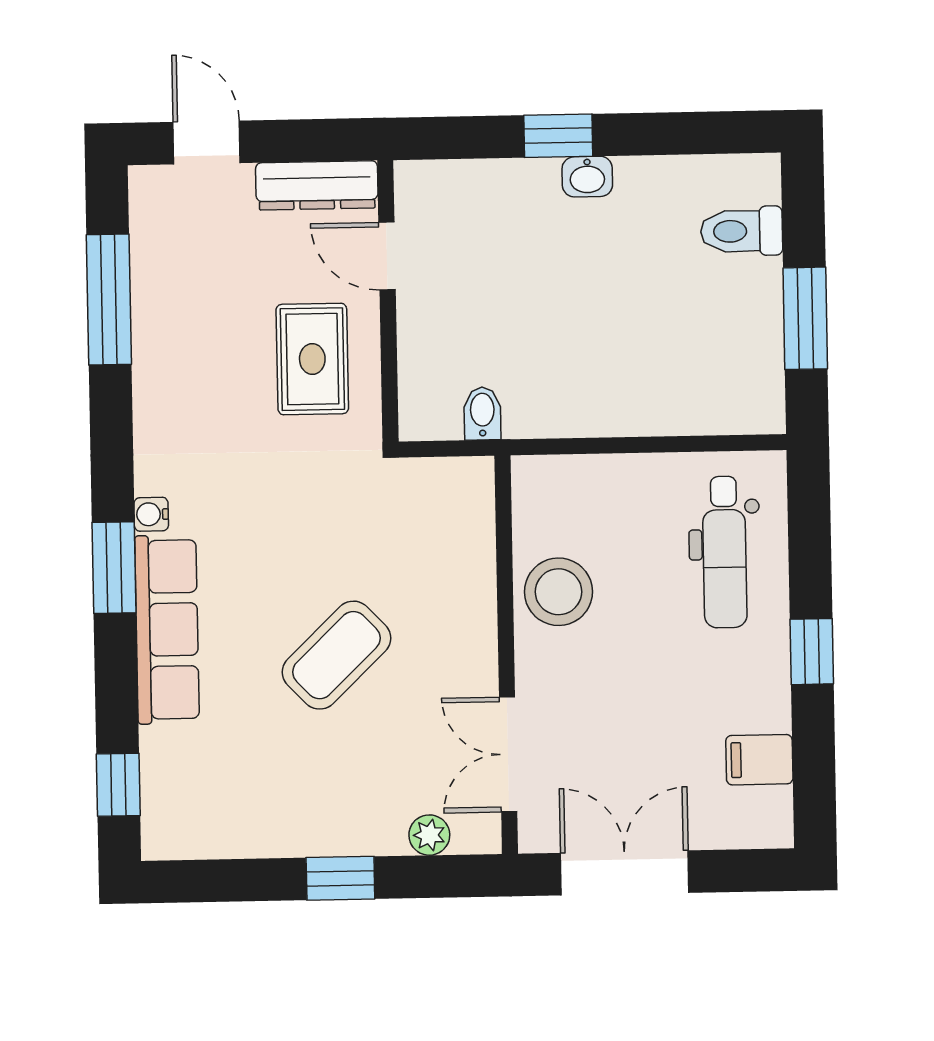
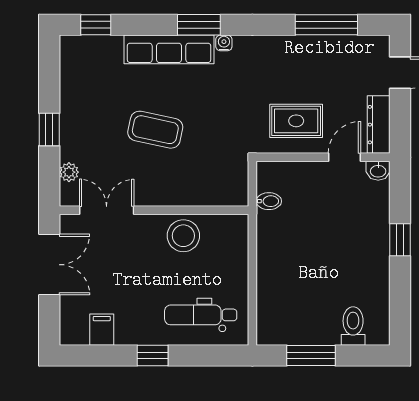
washbasin: (587, 177) -> (378, 171), moved, turned -90
coffee table: (336, 655) -> (155, 130), turned -34

